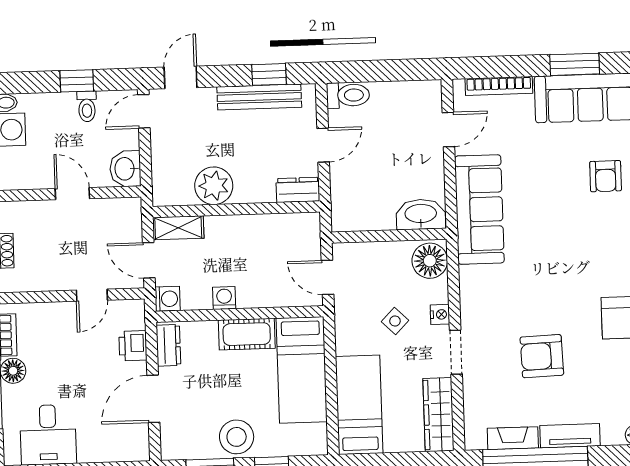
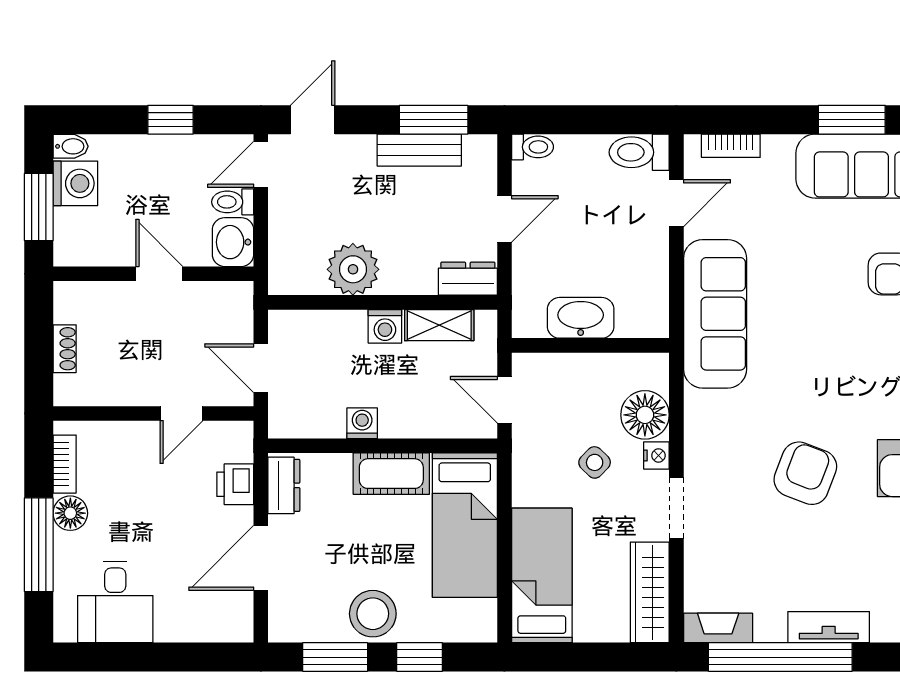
window: (269, 74) -> (434, 120), width x1.50
bookcase: (499, 86) -> (731, 146), width x0.64
toilet: (420, 93) -> (639, 152), added
toilet: (348, 95) -> (533, 147), width x0.73, depth x0.72
bench: (259, 97) -> (419, 150), width x0.73
toilet: (87, 106) -> (233, 202), moved, turned 90
washbasin: (421, 214) -> (581, 318), moved
shelving: (178, 228) -> (439, 325), moved
floor lamp: (430, 261) -> (645, 415), moved
washing machine: (168, 299) -> (385, 326), moved, turned 90
armchair: (542, 356) -> (805, 473), moved, turned 113
fireplace: (513, 438) -> (718, 628), moved

